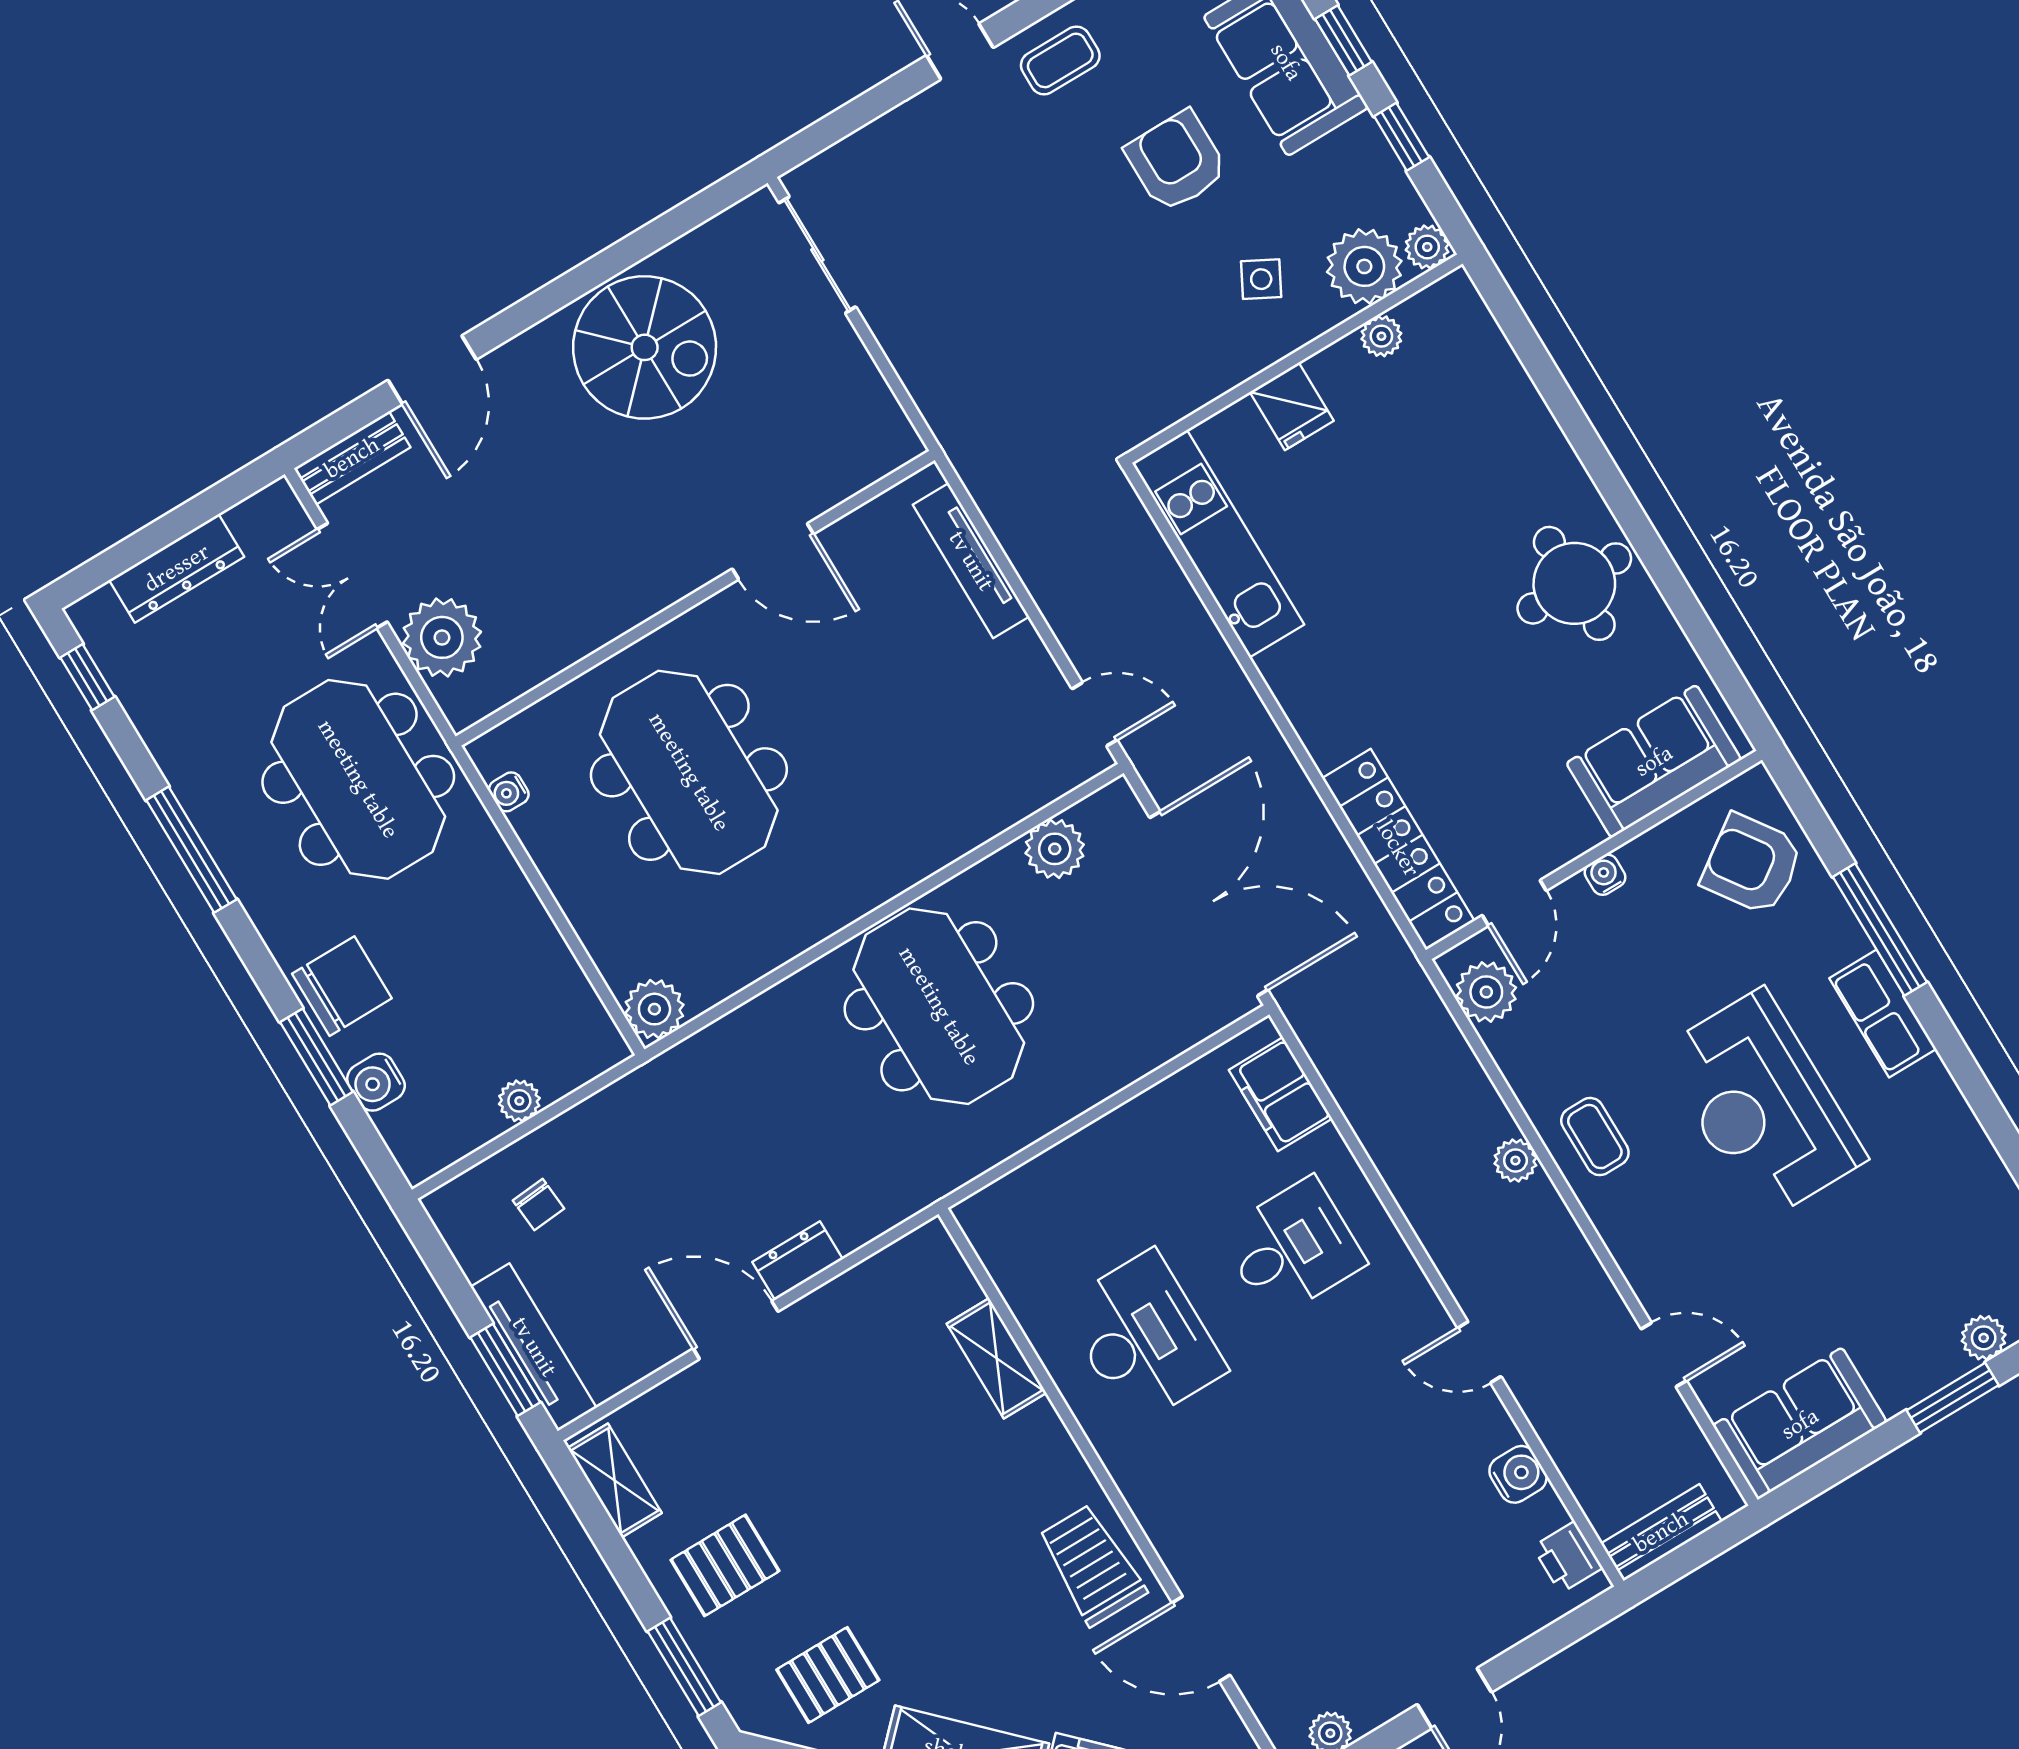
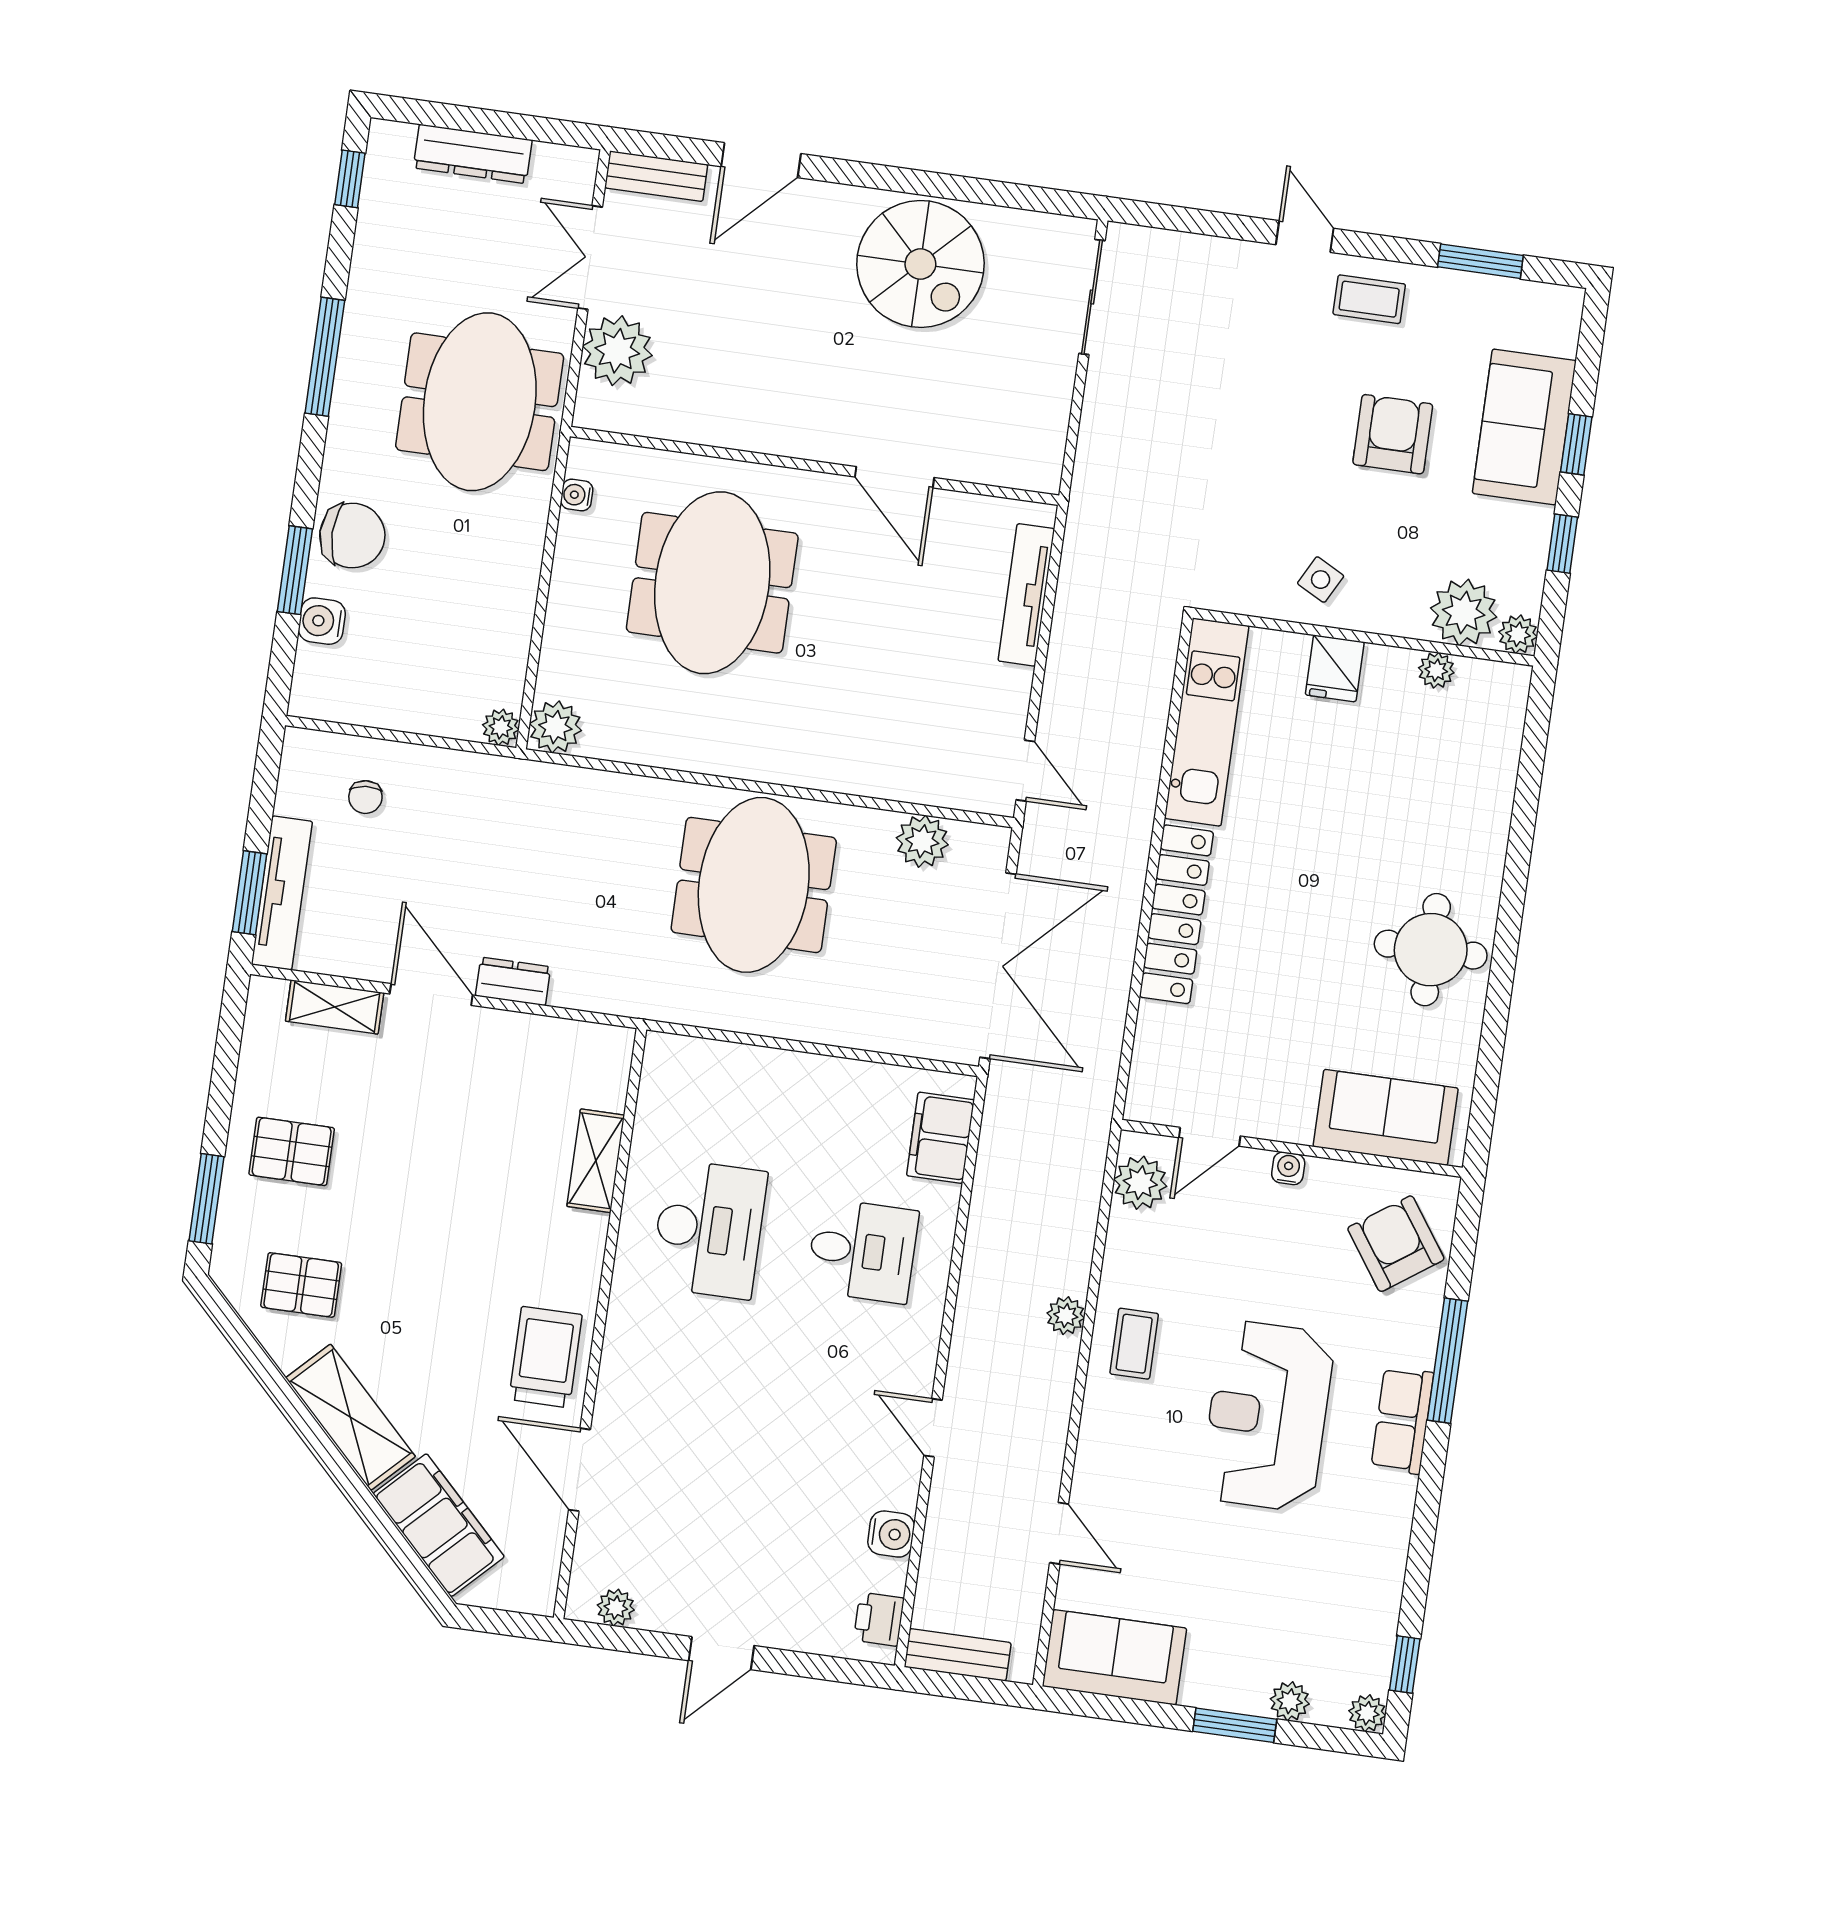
side table: (1261, 279) -> (1321, 580), moved
locker: (1398, 849) -> (1176, 914), moved
plant: (519, 1101) -> (501, 727), moved
shelving: (615, 1480) -> (335, 1007), moved, turned 90

